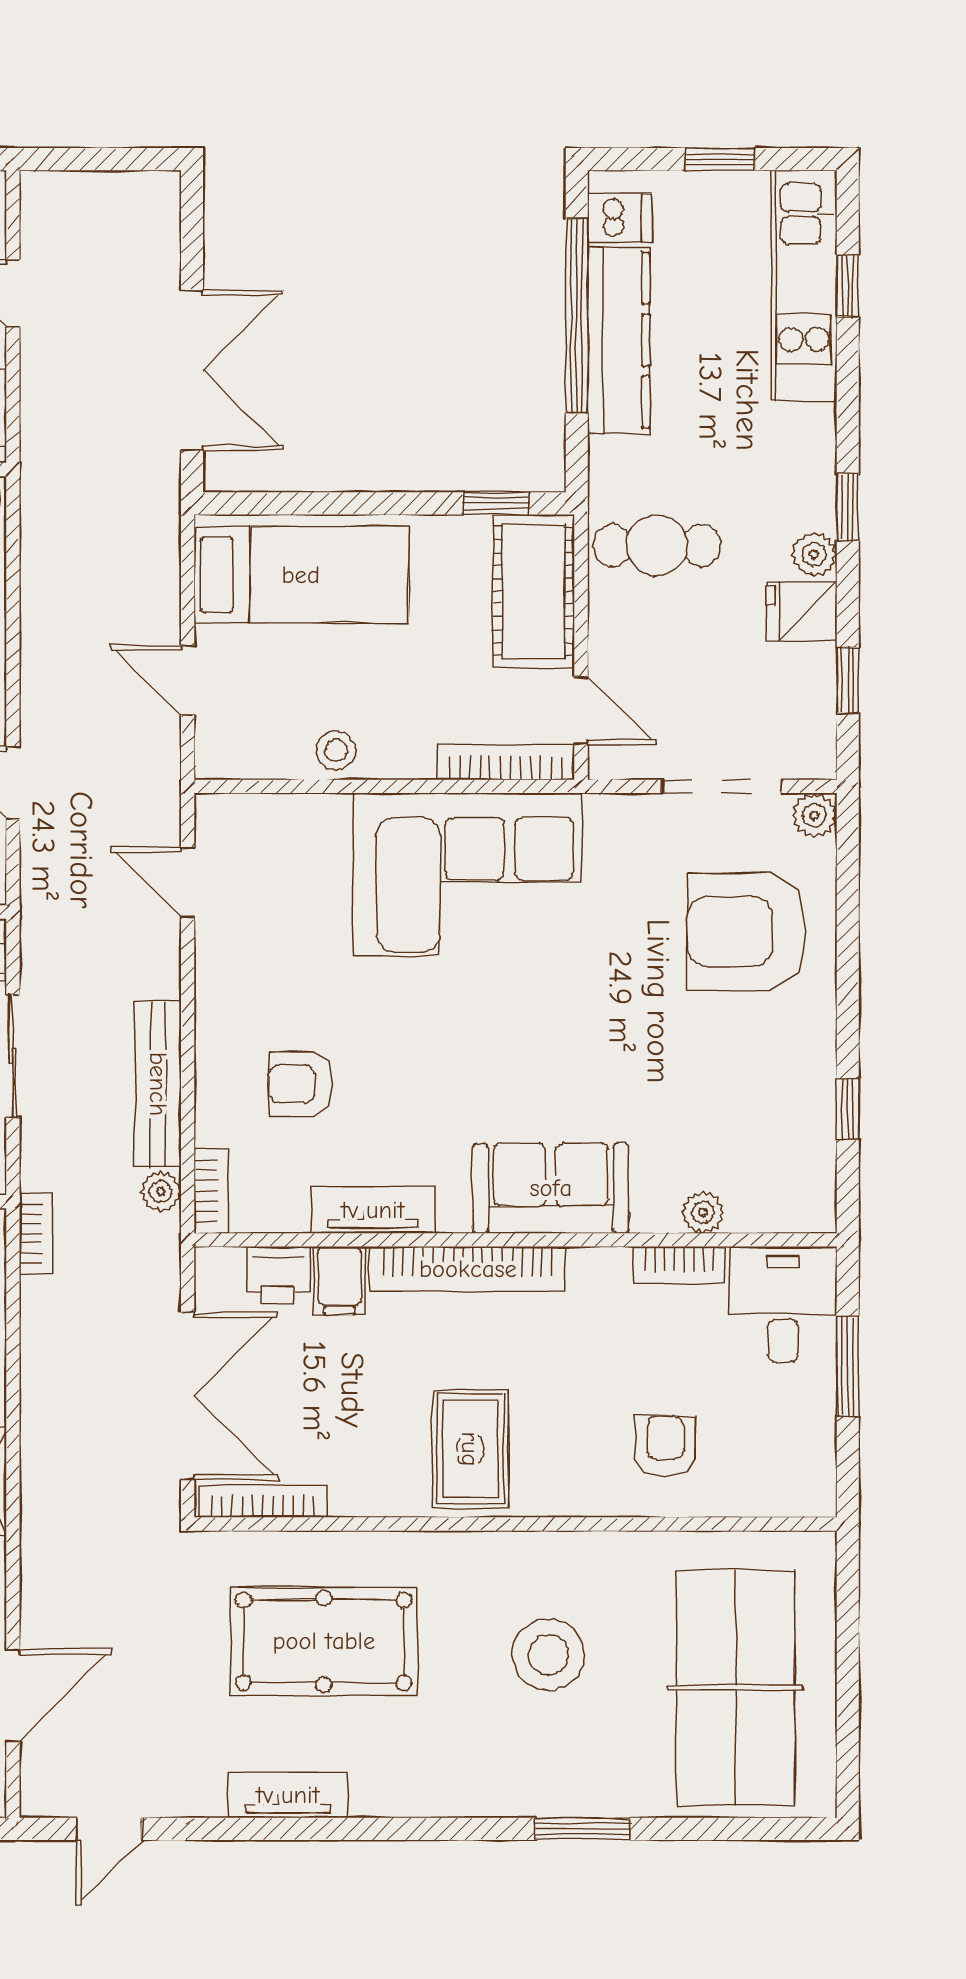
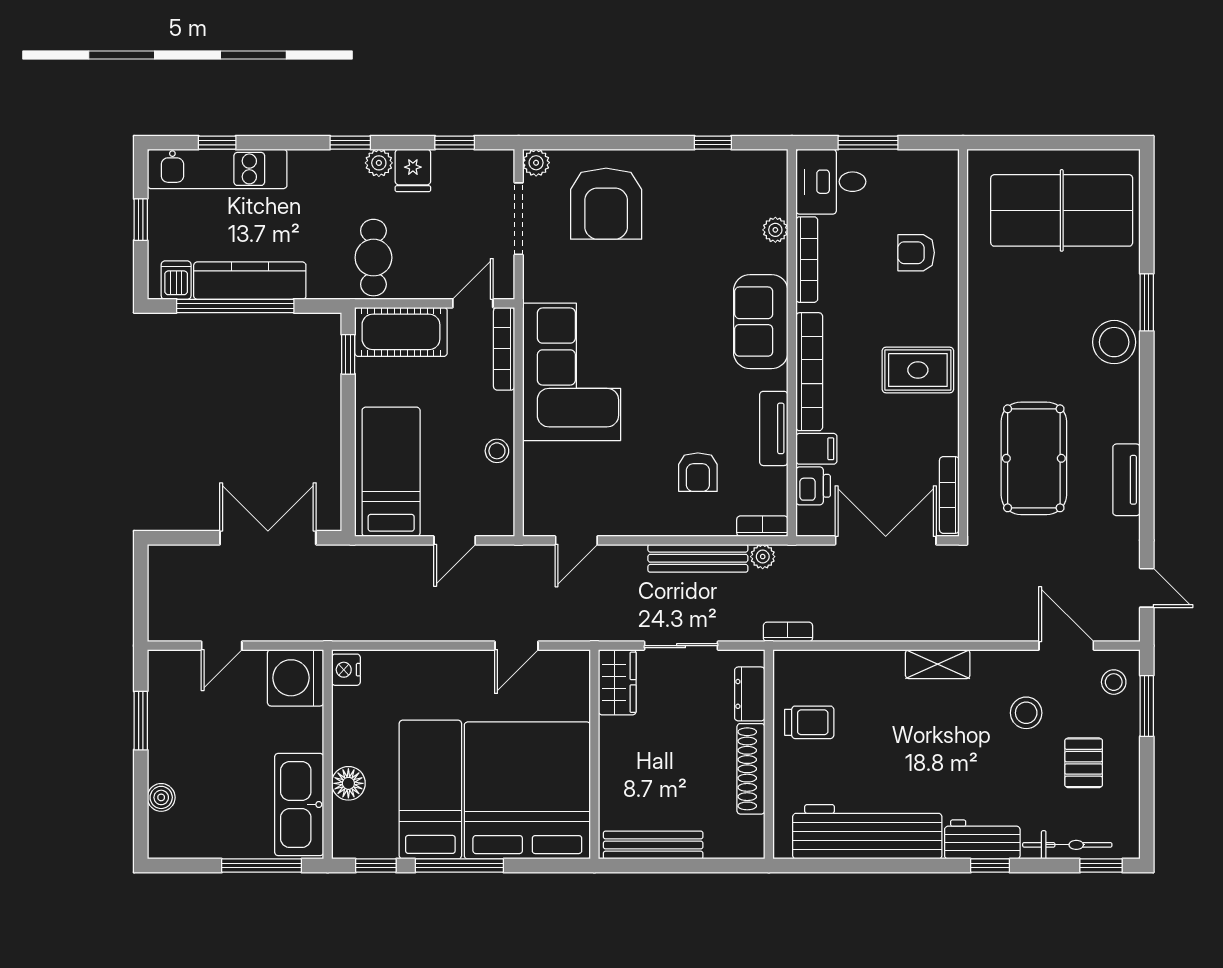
bookcase: (679, 1265) -> (807, 260), width x1.56
stool: (548, 1655) -> (1114, 342), moved

